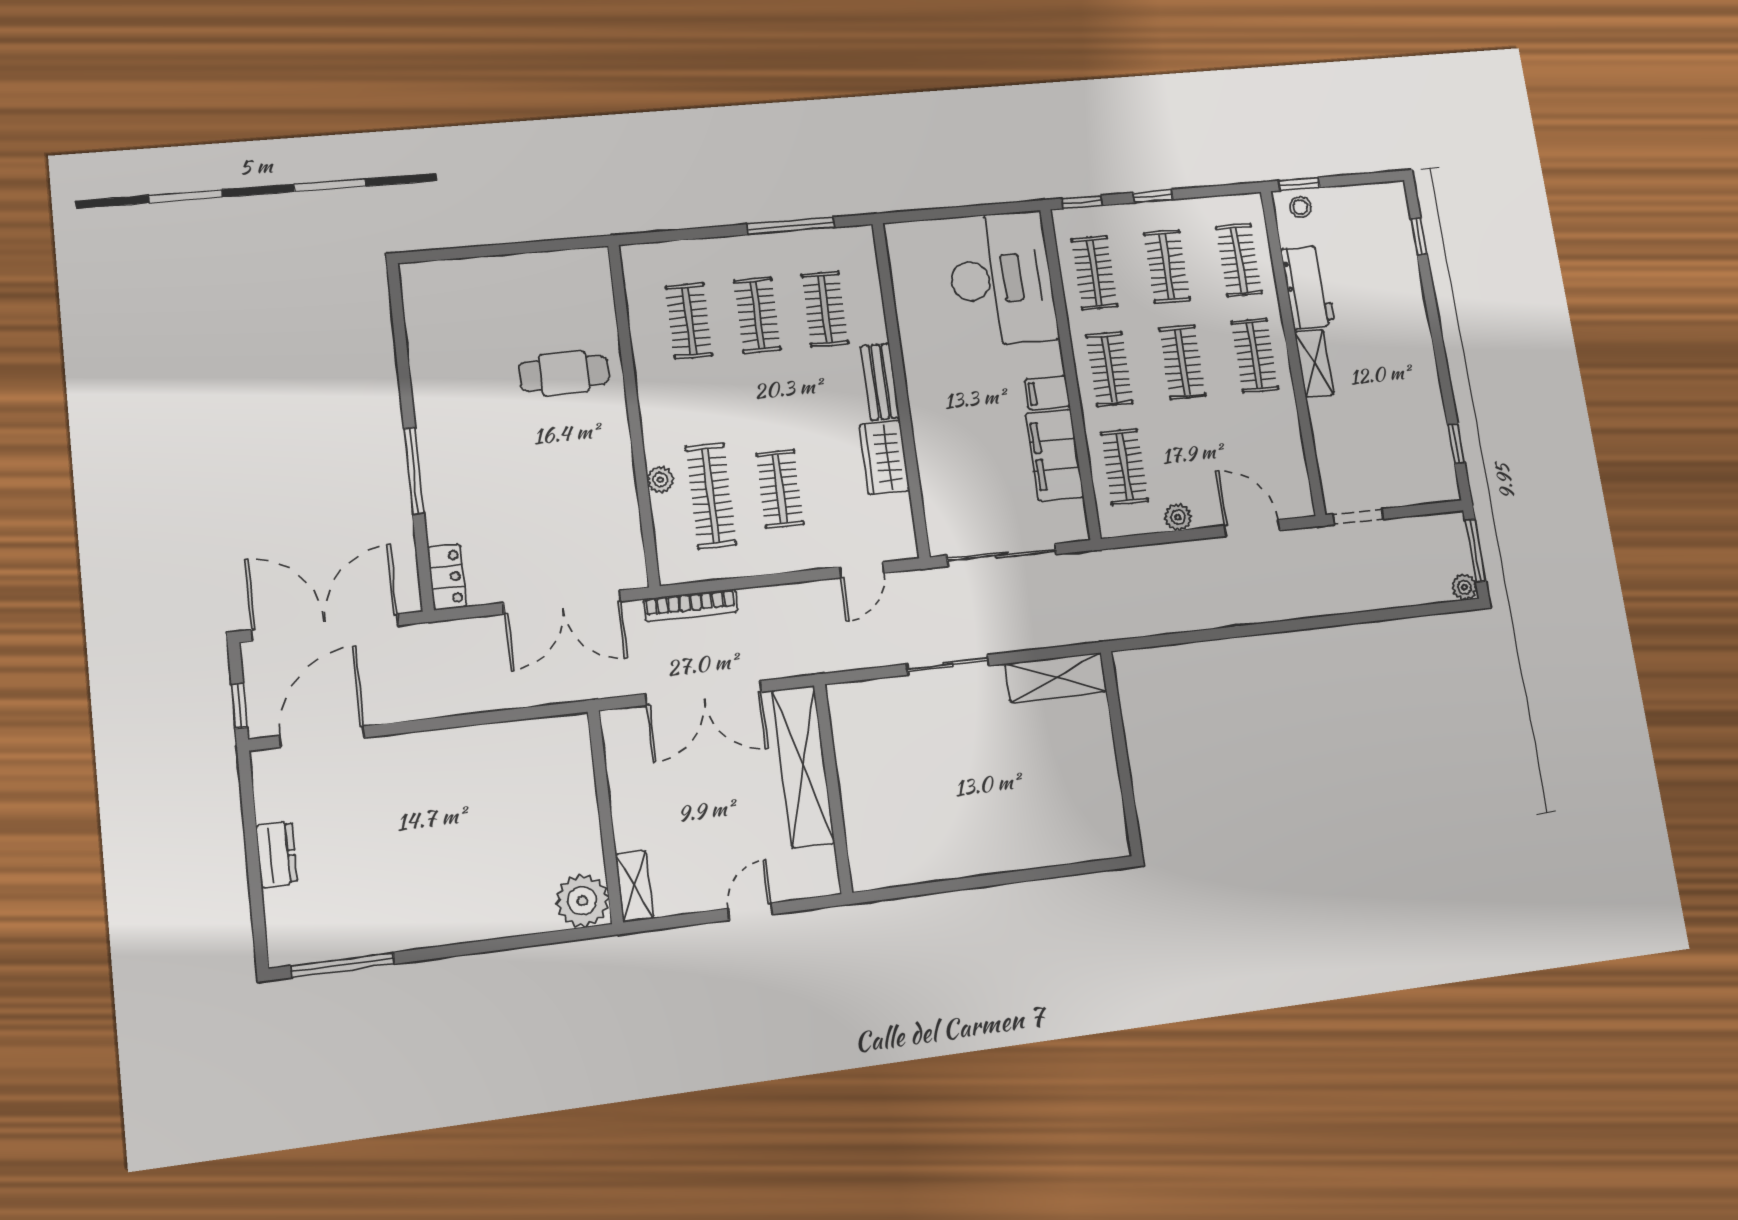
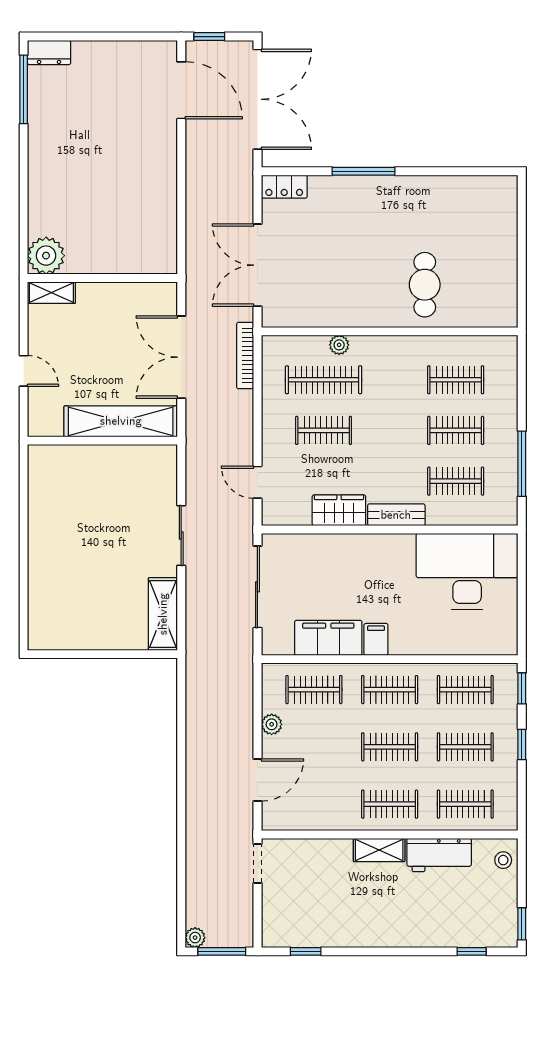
window: (1299, 184) -> (522, 924), moved
desk: (1001, 279) -> (467, 571), moved, turned 180
dresser: (277, 854) -> (49, 52), moved

